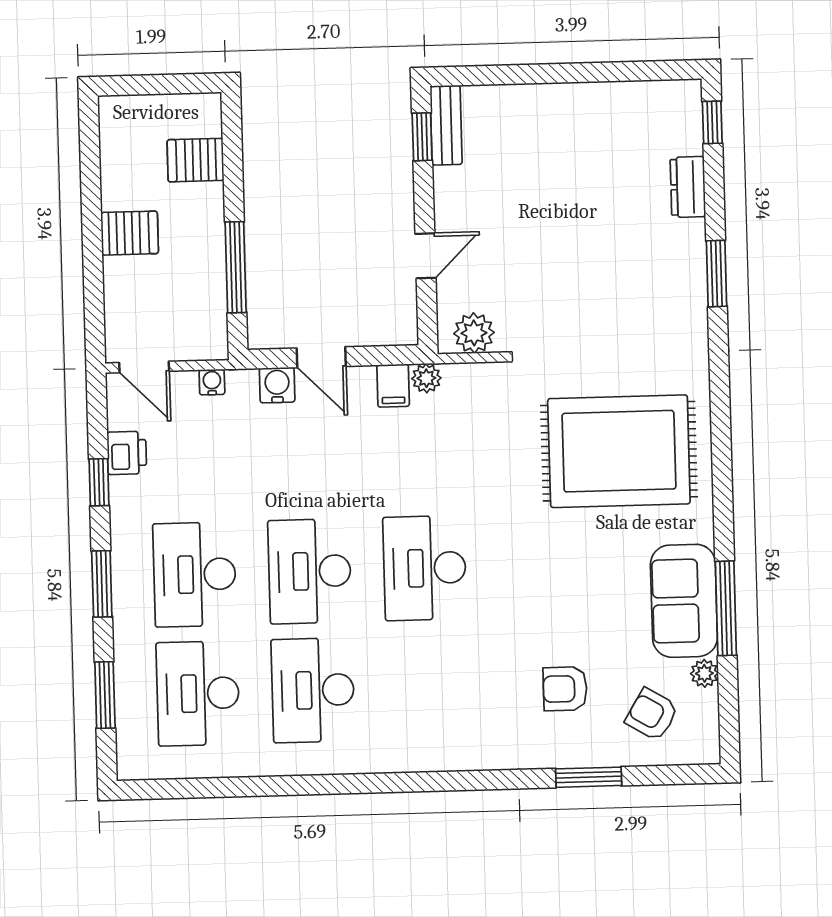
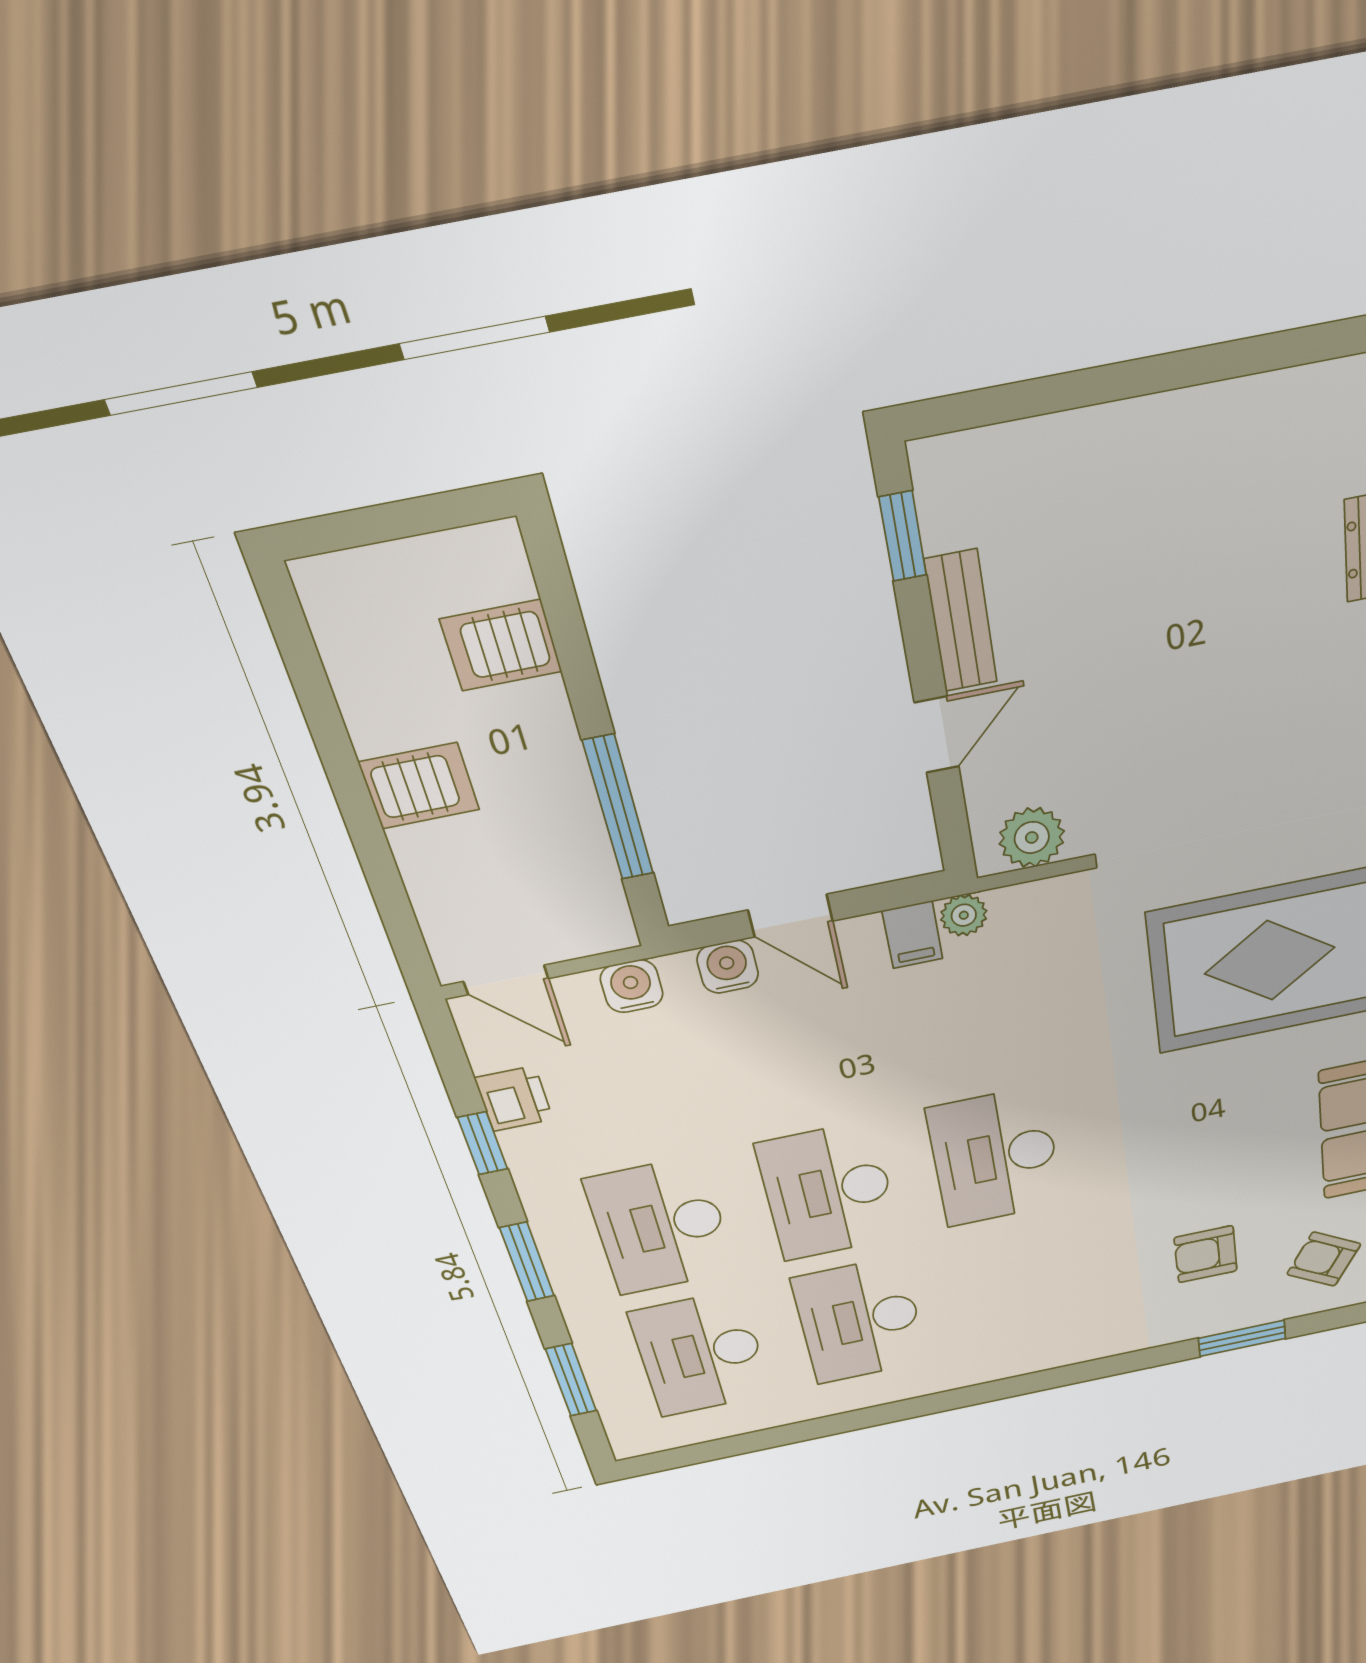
bench: (446, 125) -> (961, 621), moved
water cooler: (212, 382) -> (632, 986), width x1.38, depth x1.38

